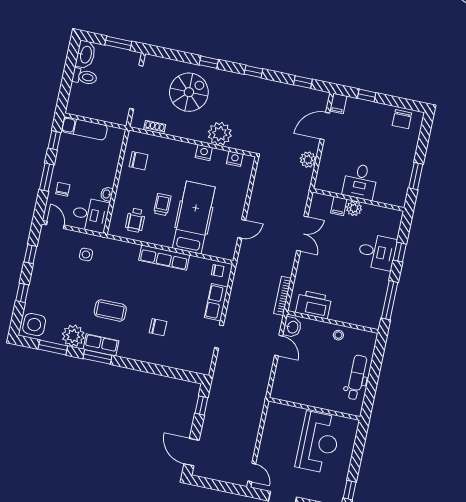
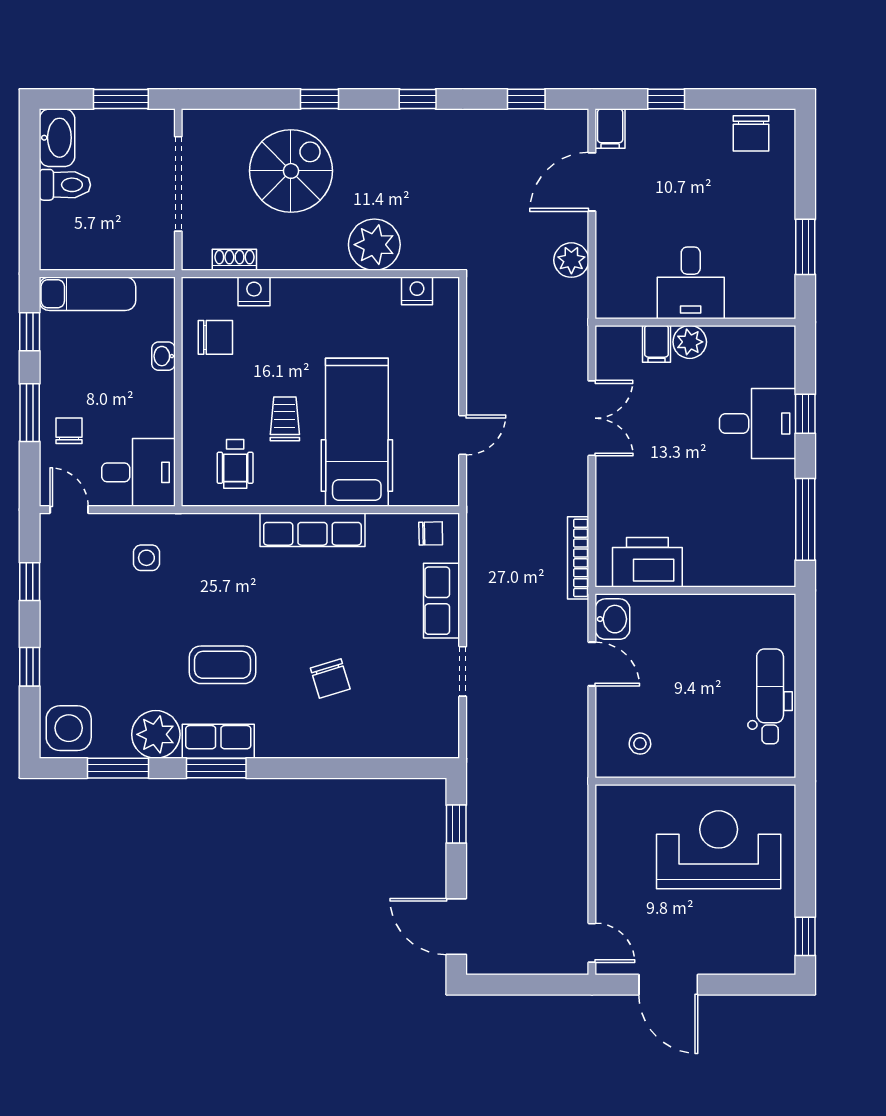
nightstand: (204, 153) -> (254, 291), moved
washbasin: (107, 194) -> (163, 356), moved
chair: (158, 327) -> (330, 679), turned 73
stool: (338, 335) -> (640, 744), moved
reception desk: (318, 442) -> (719, 850), turned -90

